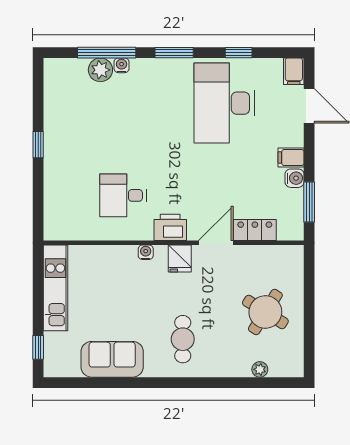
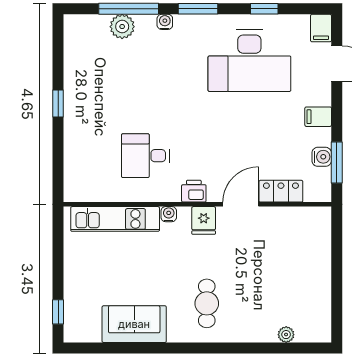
water cooler: (122, 65) -> (165, 22), moved
desk: (224, 103) -> (249, 61), turned -90
water cooler: (295, 178) -> (322, 157), moved
printer: (170, 227) -> (194, 191), width x0.73, depth x0.81
kitchen unit: (55, 288) -> (115, 219), moved, turned 90
round table: (265, 312) -> (292, 276), removed

